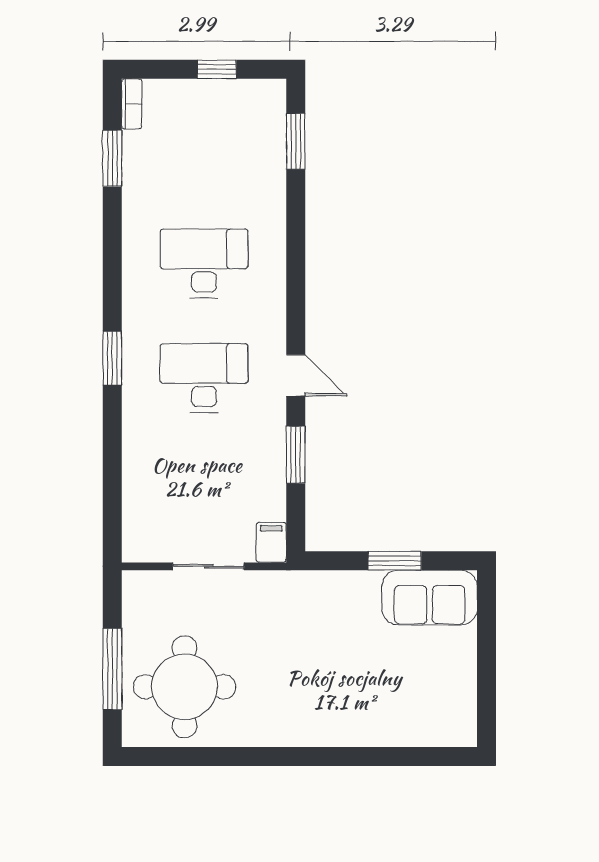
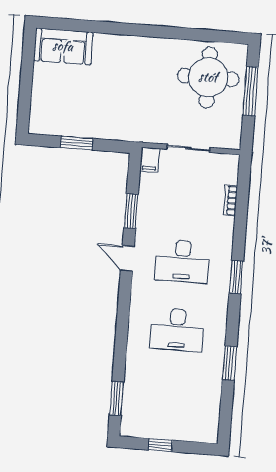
bookcase: (132, 104) -> (230, 201), moved
window: (112, 158) -> (230, 363), moved
sofa: (430, 598) -> (63, 46), moved, turned 180

